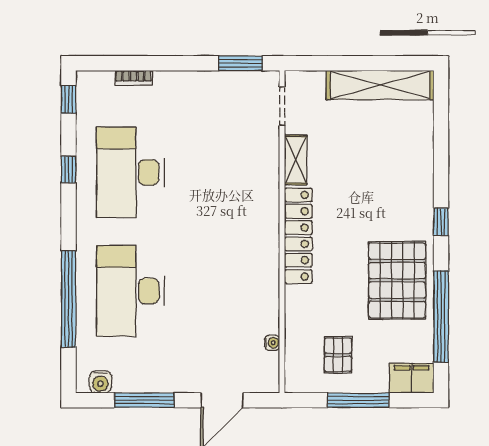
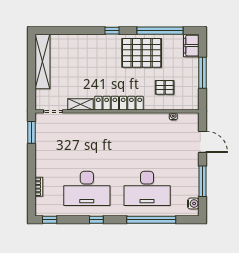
window: (69, 170) -> (96, 220), moved
pallet: (338, 355) -> (165, 87), moved

